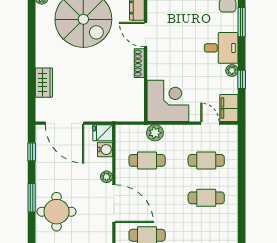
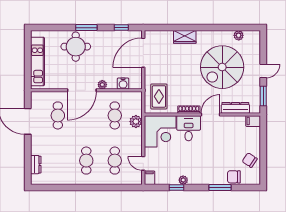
desk: (221, 48) -> (189, 128), moved, turned 180
wardrobe: (44, 83) -> (185, 37), moved
rug: (122, 102) -> (159, 96), added
filing cabinet: (229, 108) -> (149, 178), width x0.50
door: (210, 123) -> (143, 163), swing flipped
fridge: (103, 133) -> (136, 82), removed

